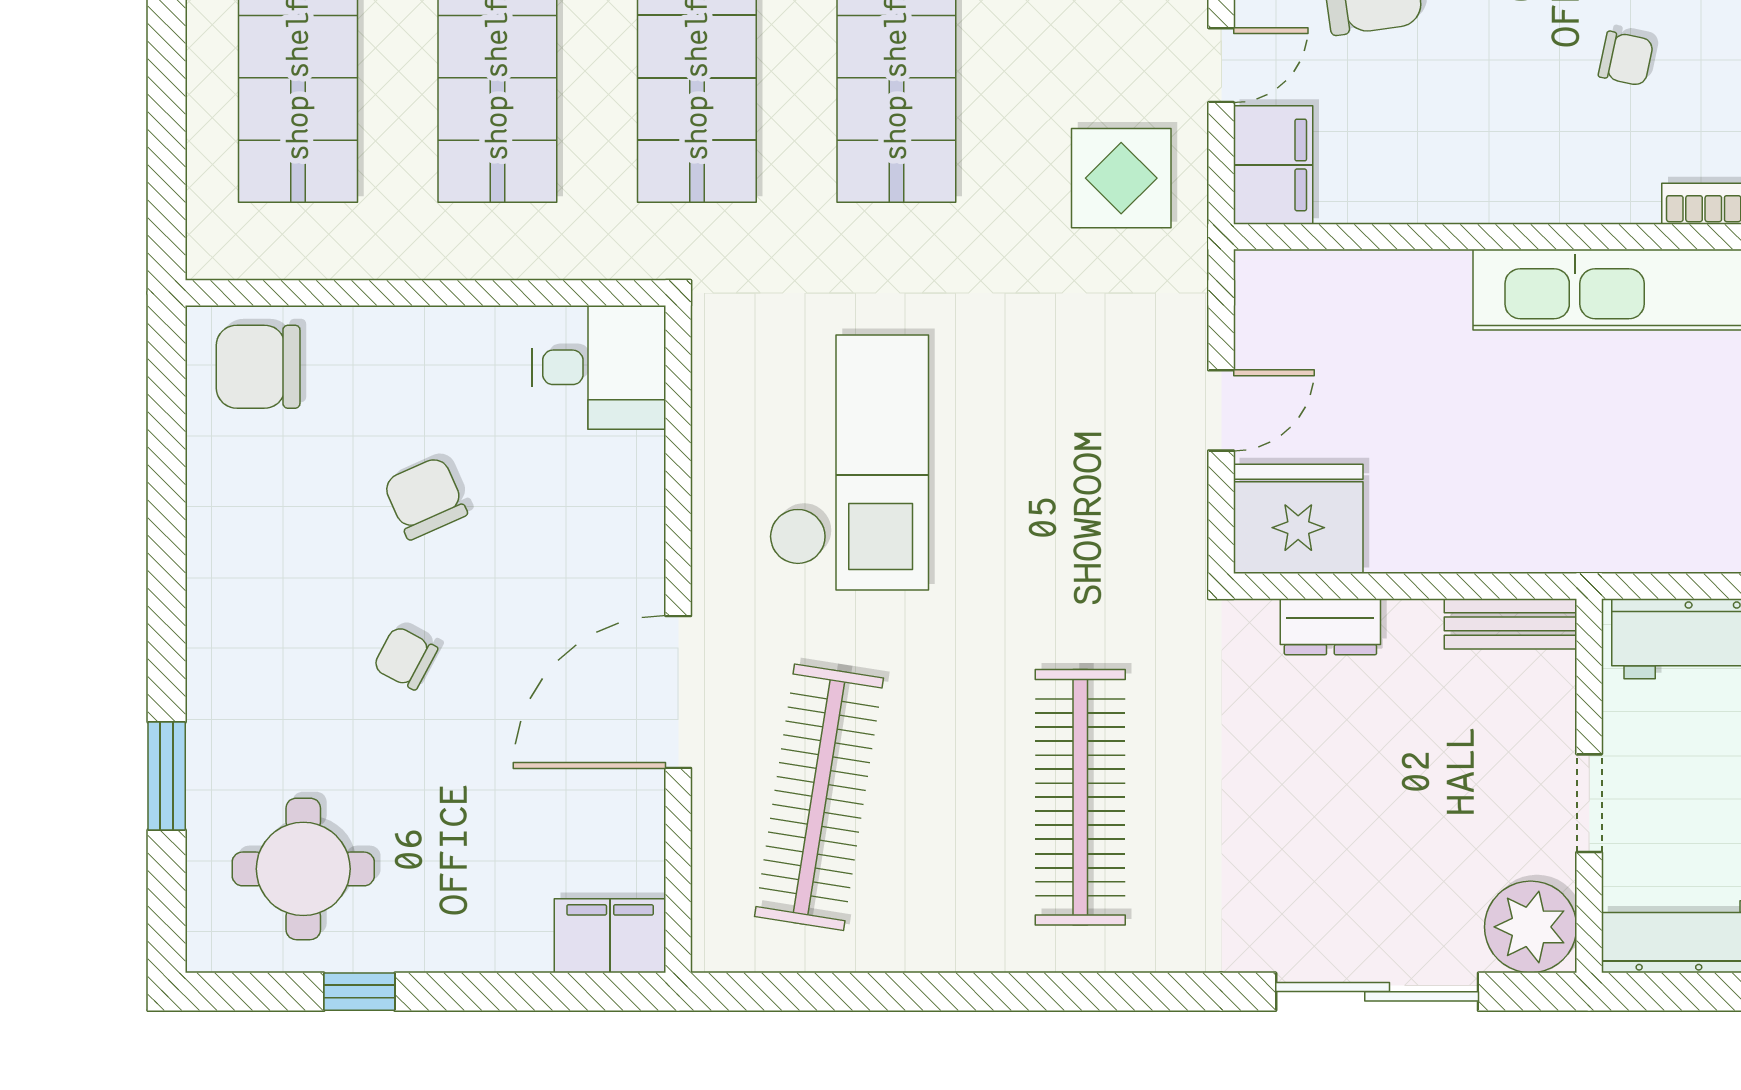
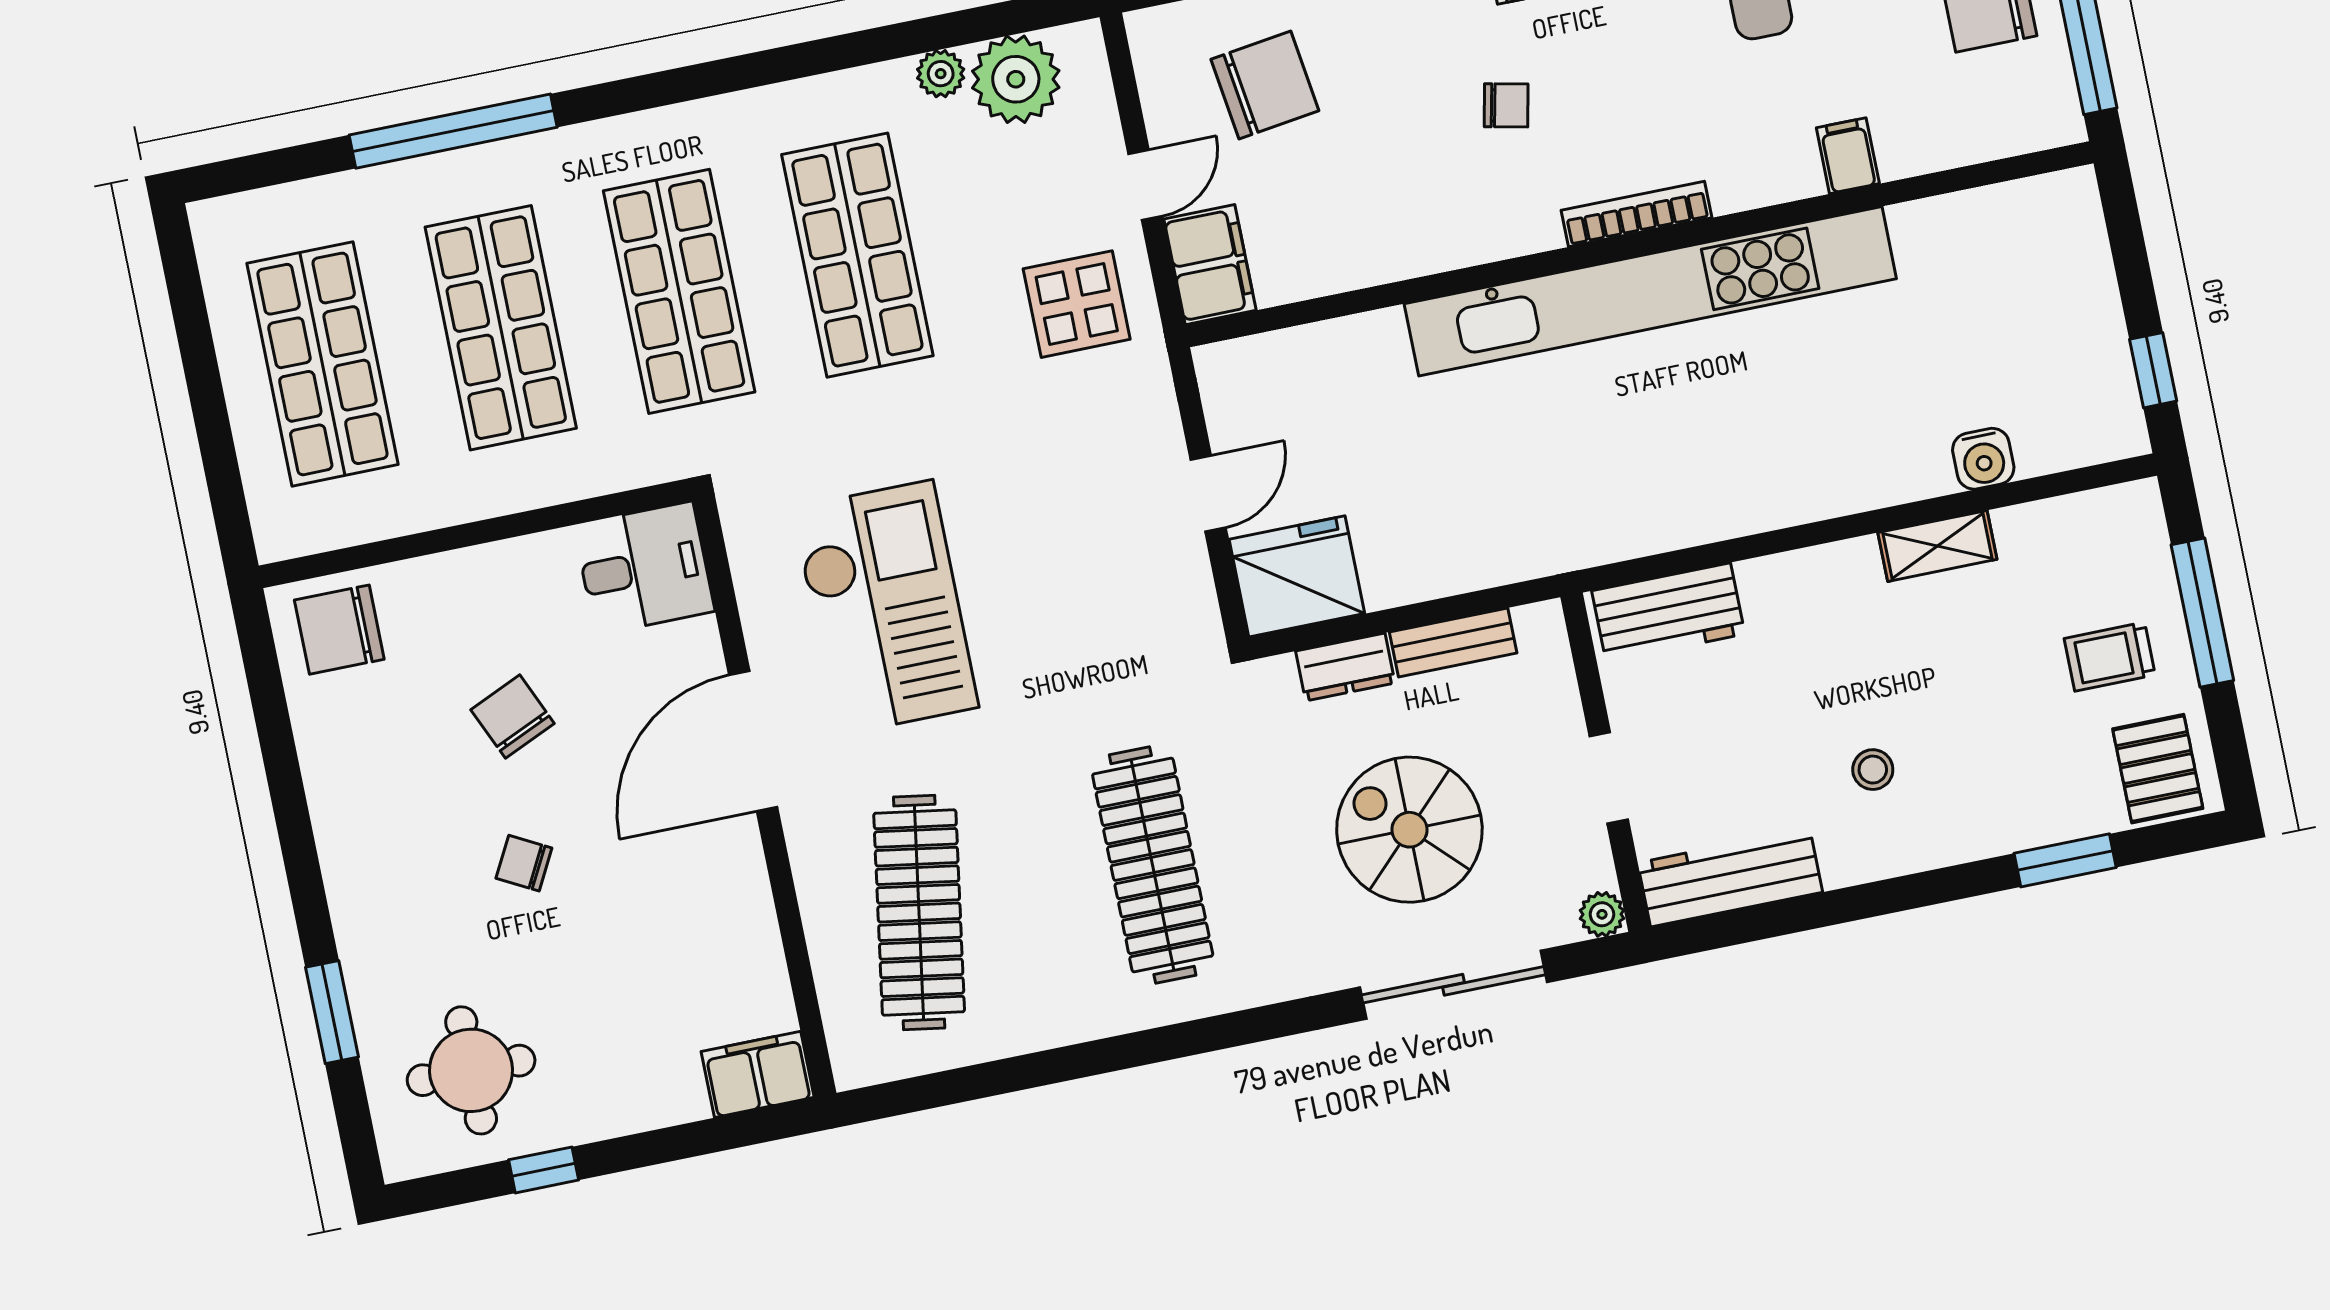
bench: (1510, 624) -> (1453, 642), moved
door: (678, 692) -> (753, 741), moved
spiral stairs: (1364, 815) -> (1409, 830), added
plant: (1531, 927) -> (1602, 914), width x0.53, depth x0.53

